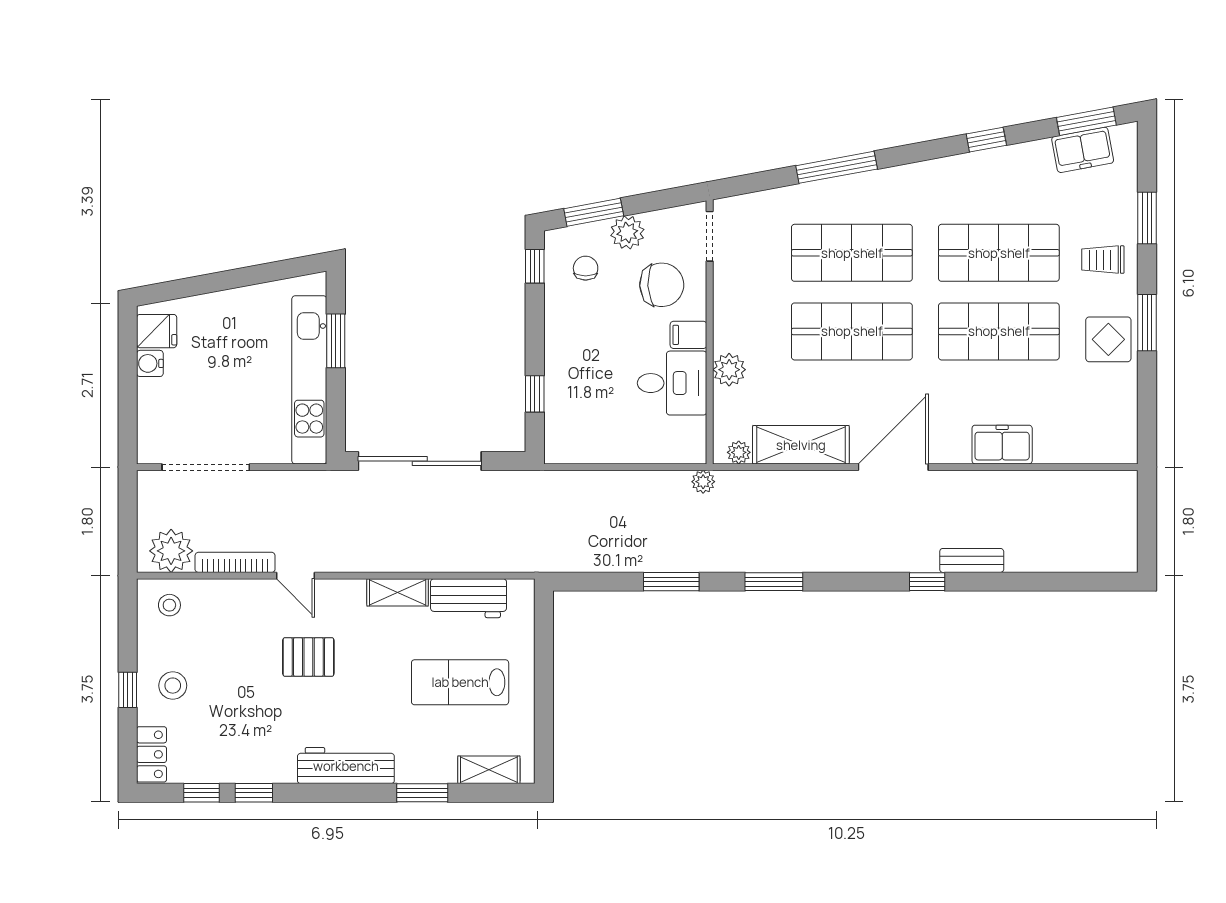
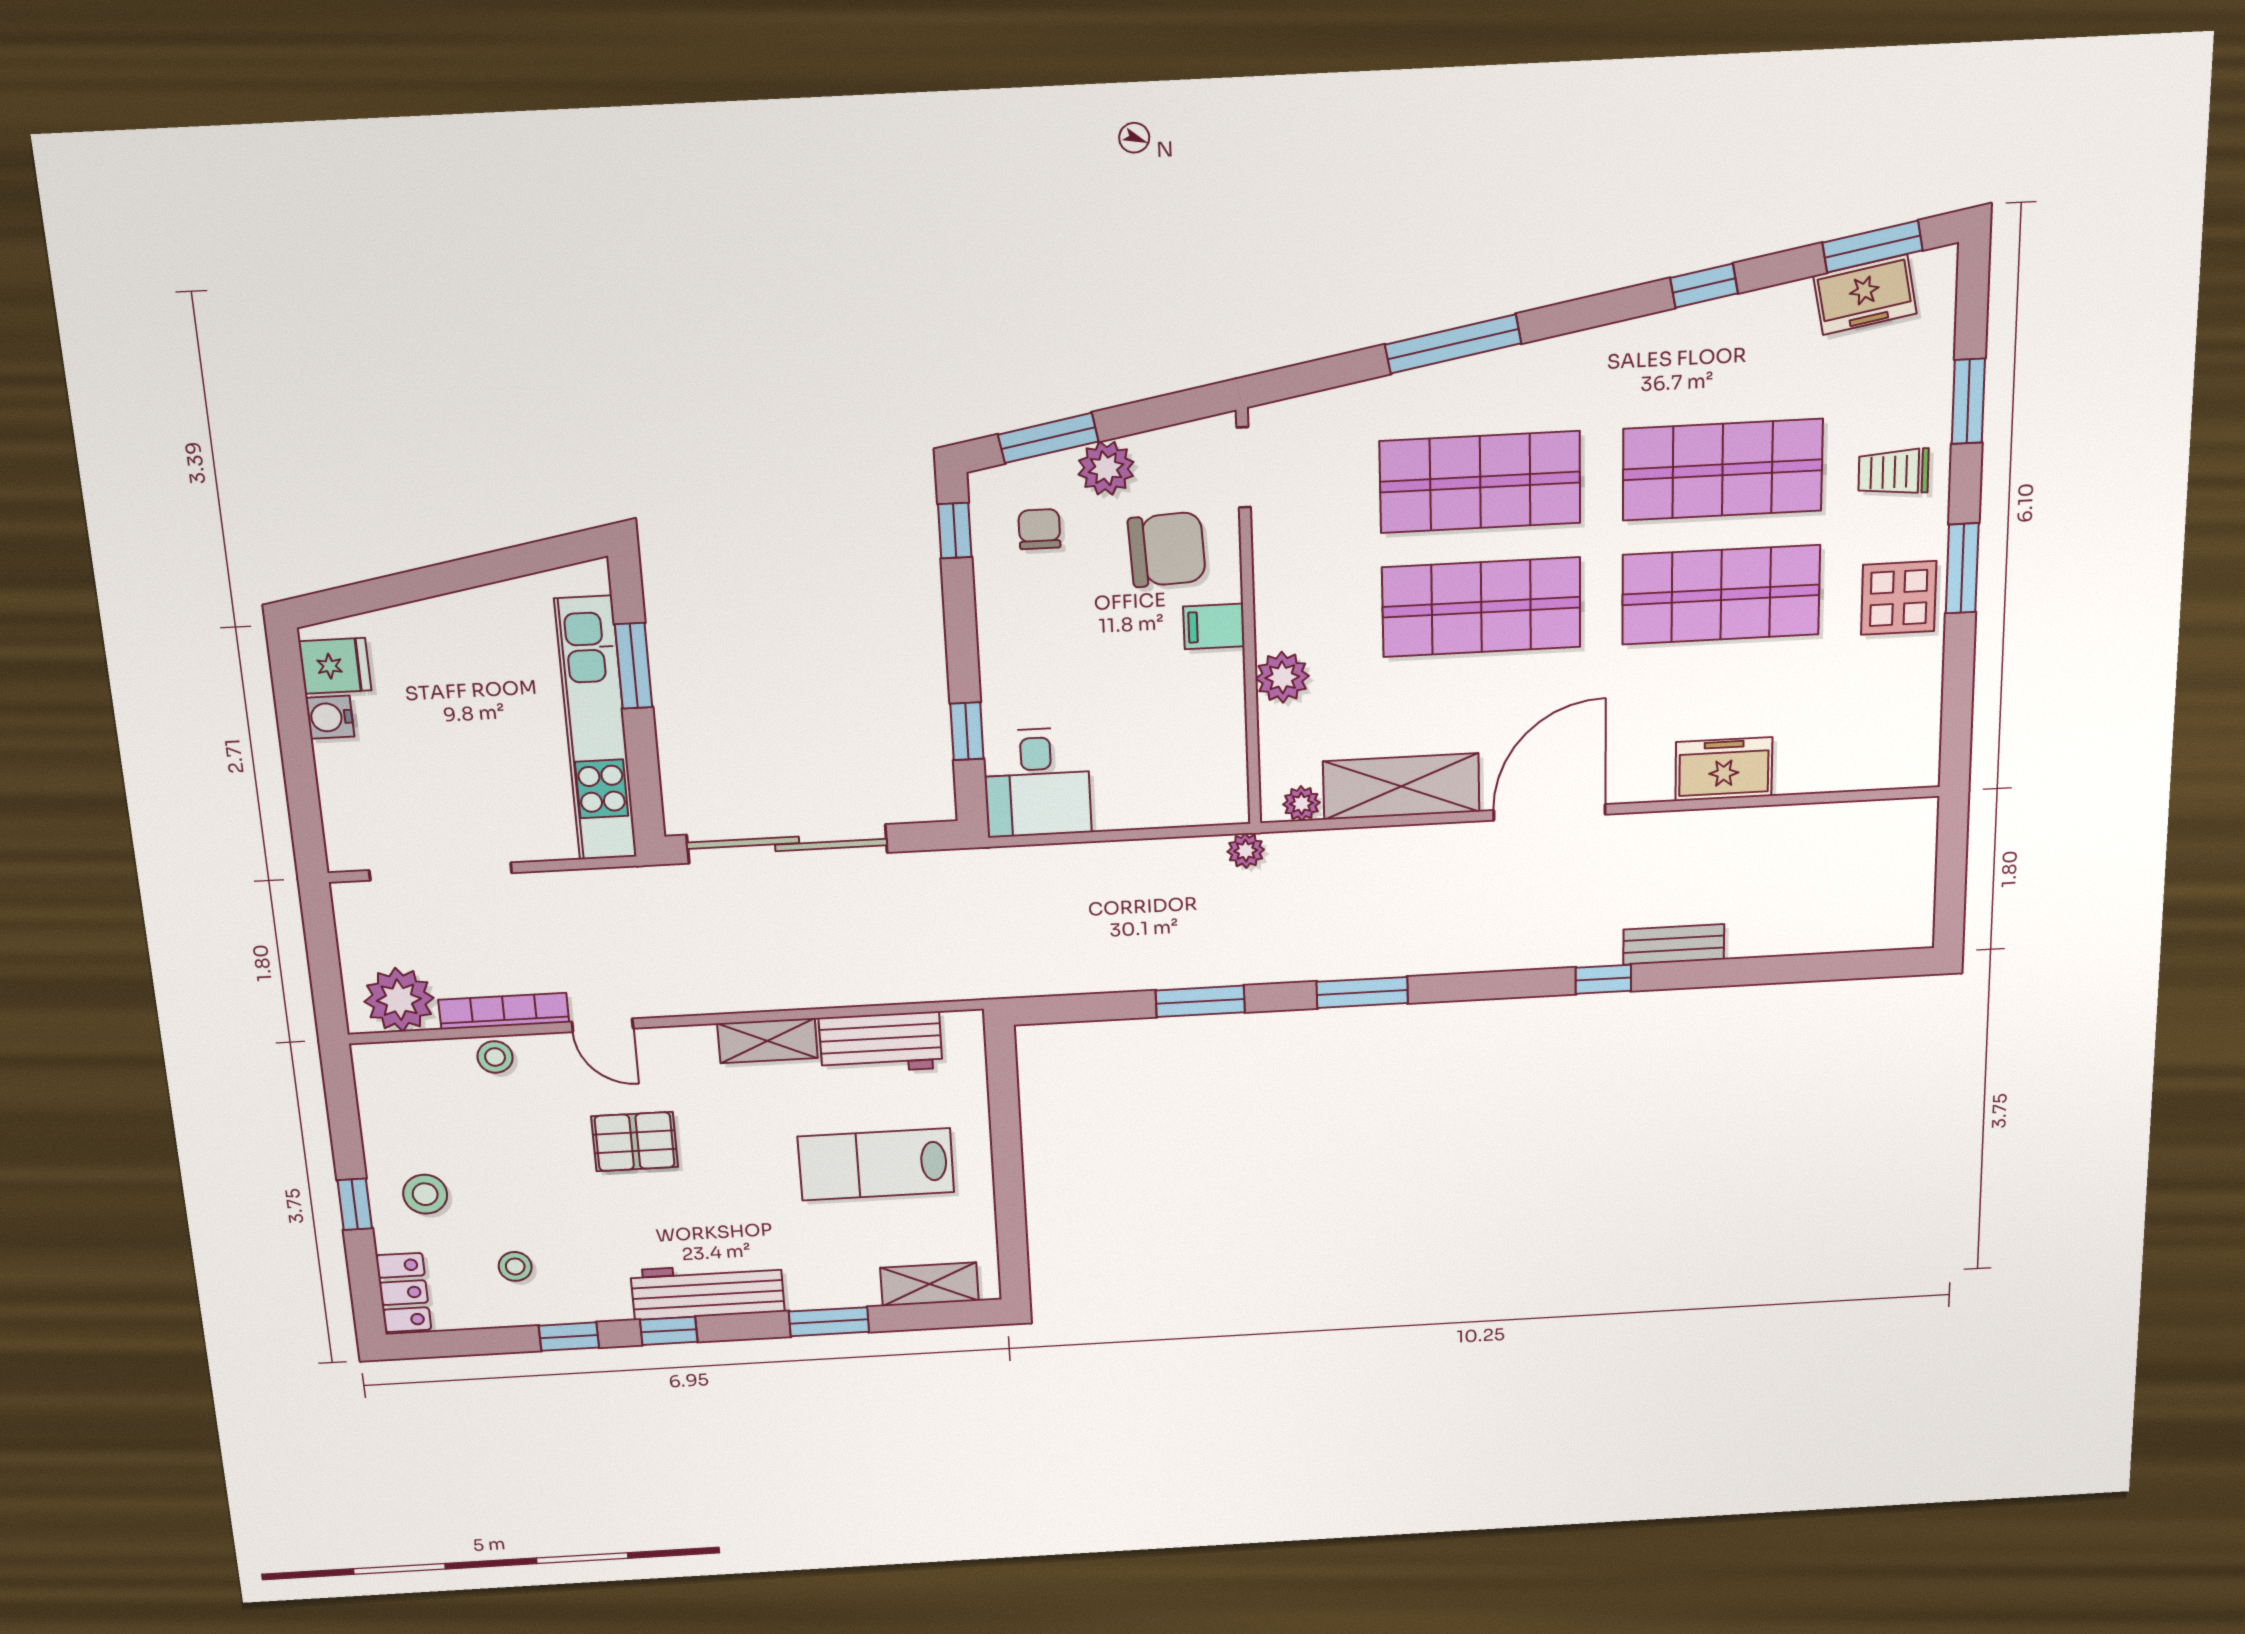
desk: (672, 383) -> (1037, 782), moved, turned 90
stool: (169, 605) -> (495, 1057), moved
stool: (224, 740) -> (515, 1266), added
window: (201, 793) -> (669, 1331), moved

